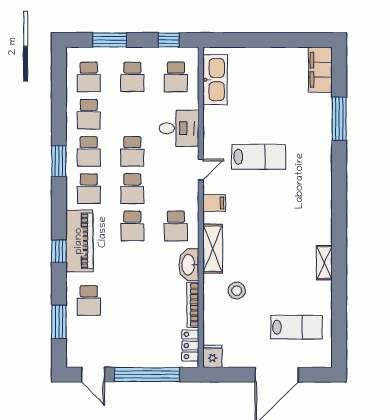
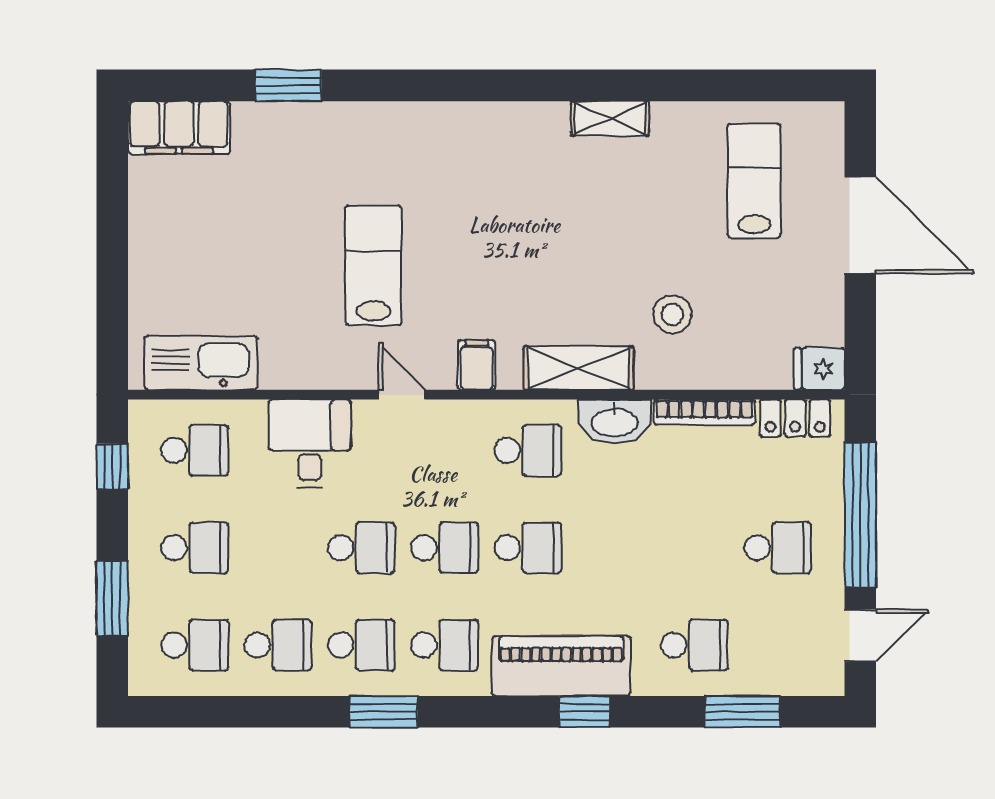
window: (339, 119) -> (288, 85), width x0.69
school desk: (132, 338) -> (778, 548), added

